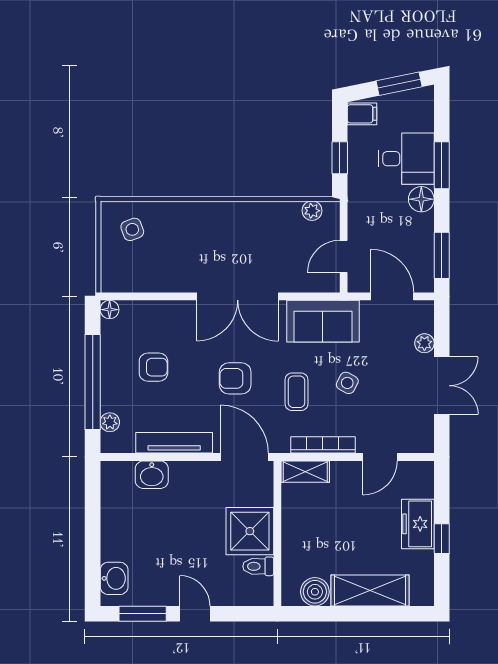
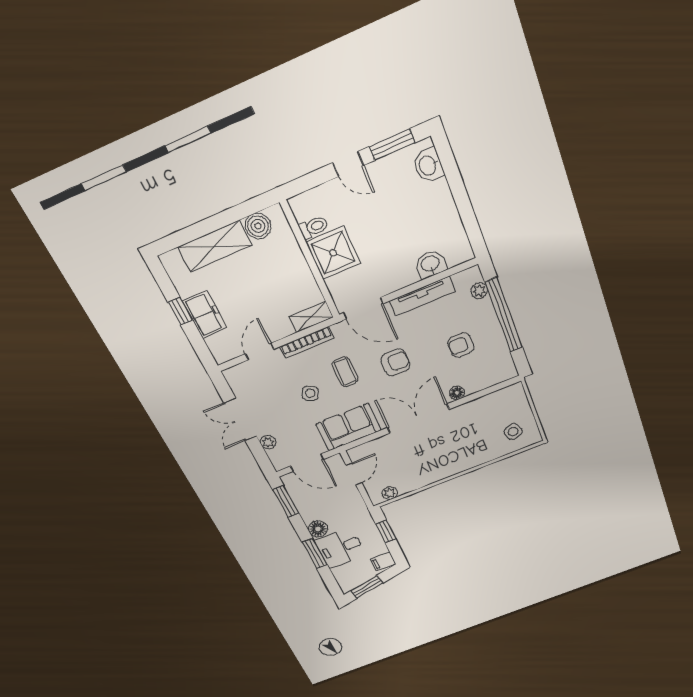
floor lamp: (110, 310) -> (457, 393), moved

